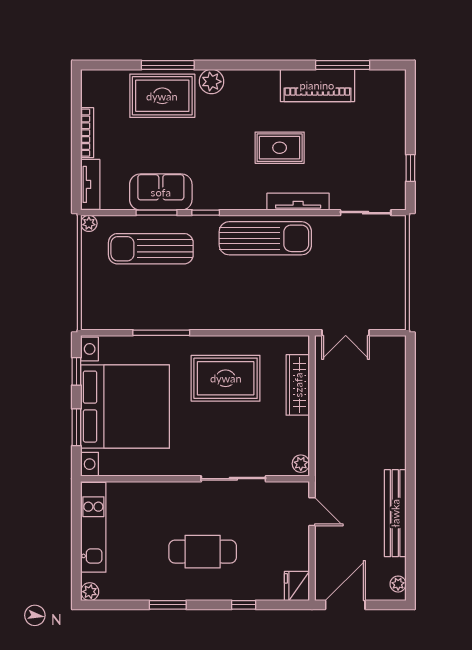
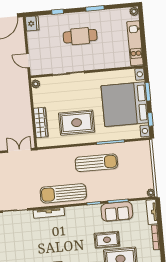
rug: (280, 148) -> (107, 240), moved
sun lounger: (151, 249) -> (96, 163), moved

